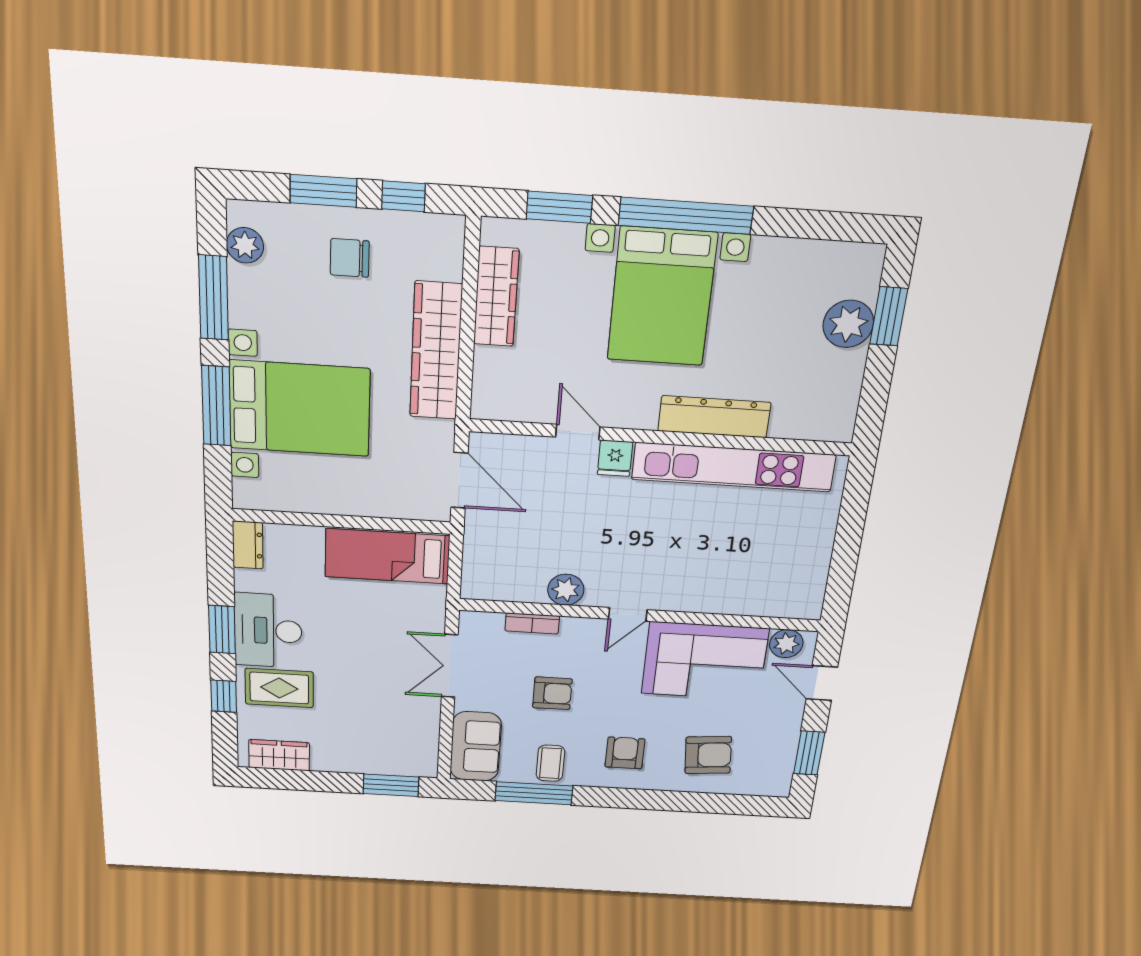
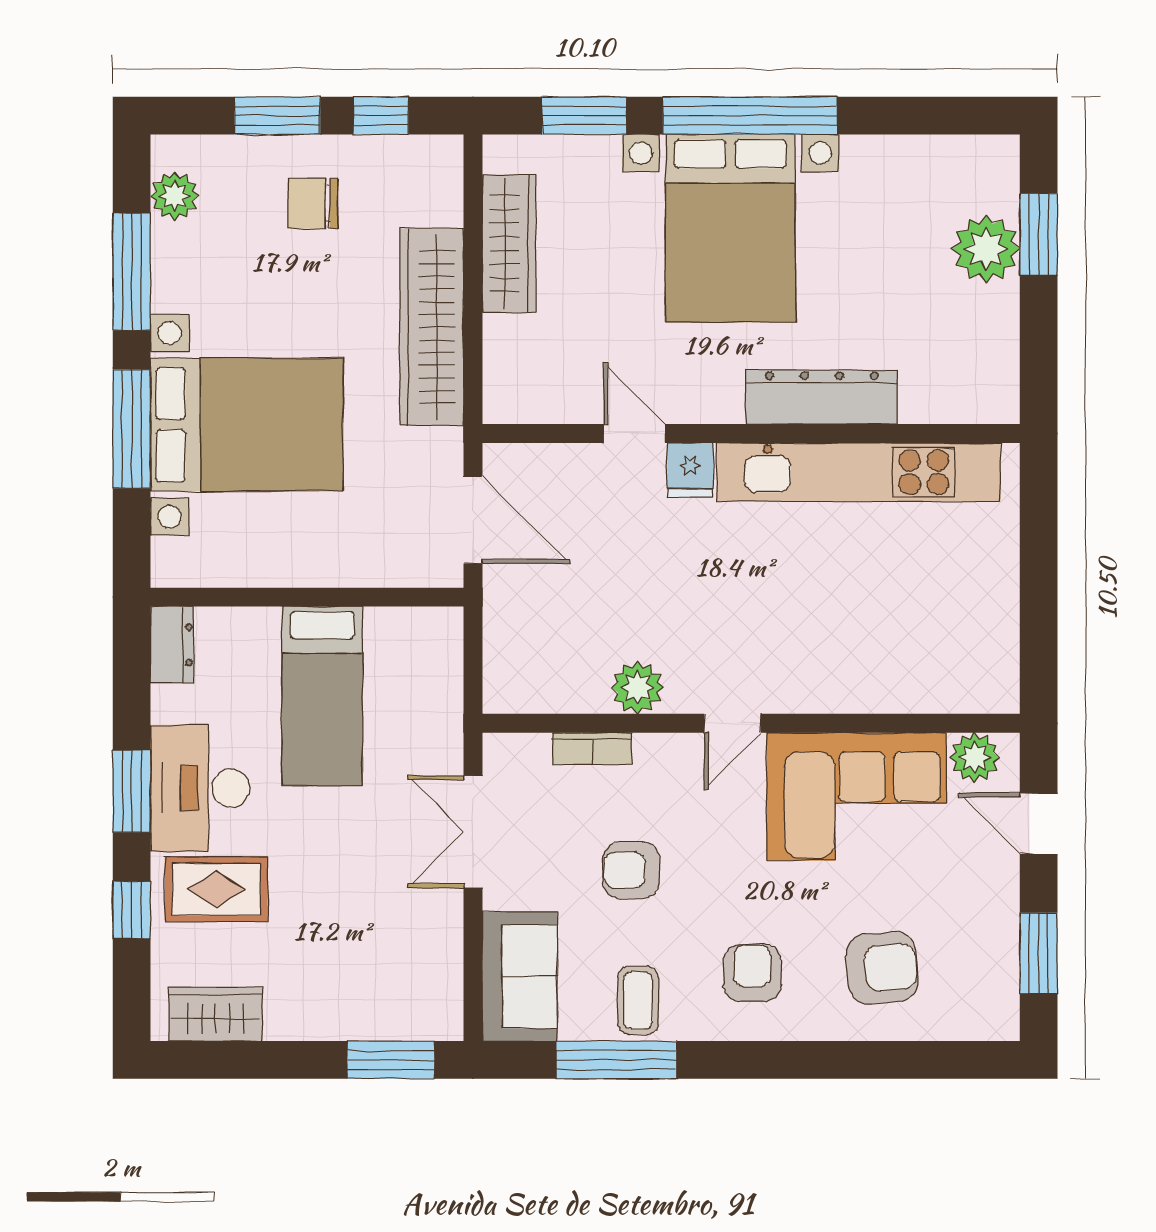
bed: (387, 556) -> (322, 696), moved, turned -90
armchair: (552, 693) -> (631, 870), turned 180

